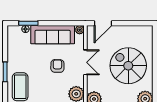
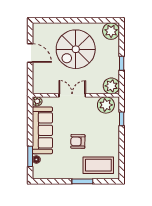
door: (103, 23) -> (30, 53), moved
armchair: (57, 66) -> (78, 141), moved

